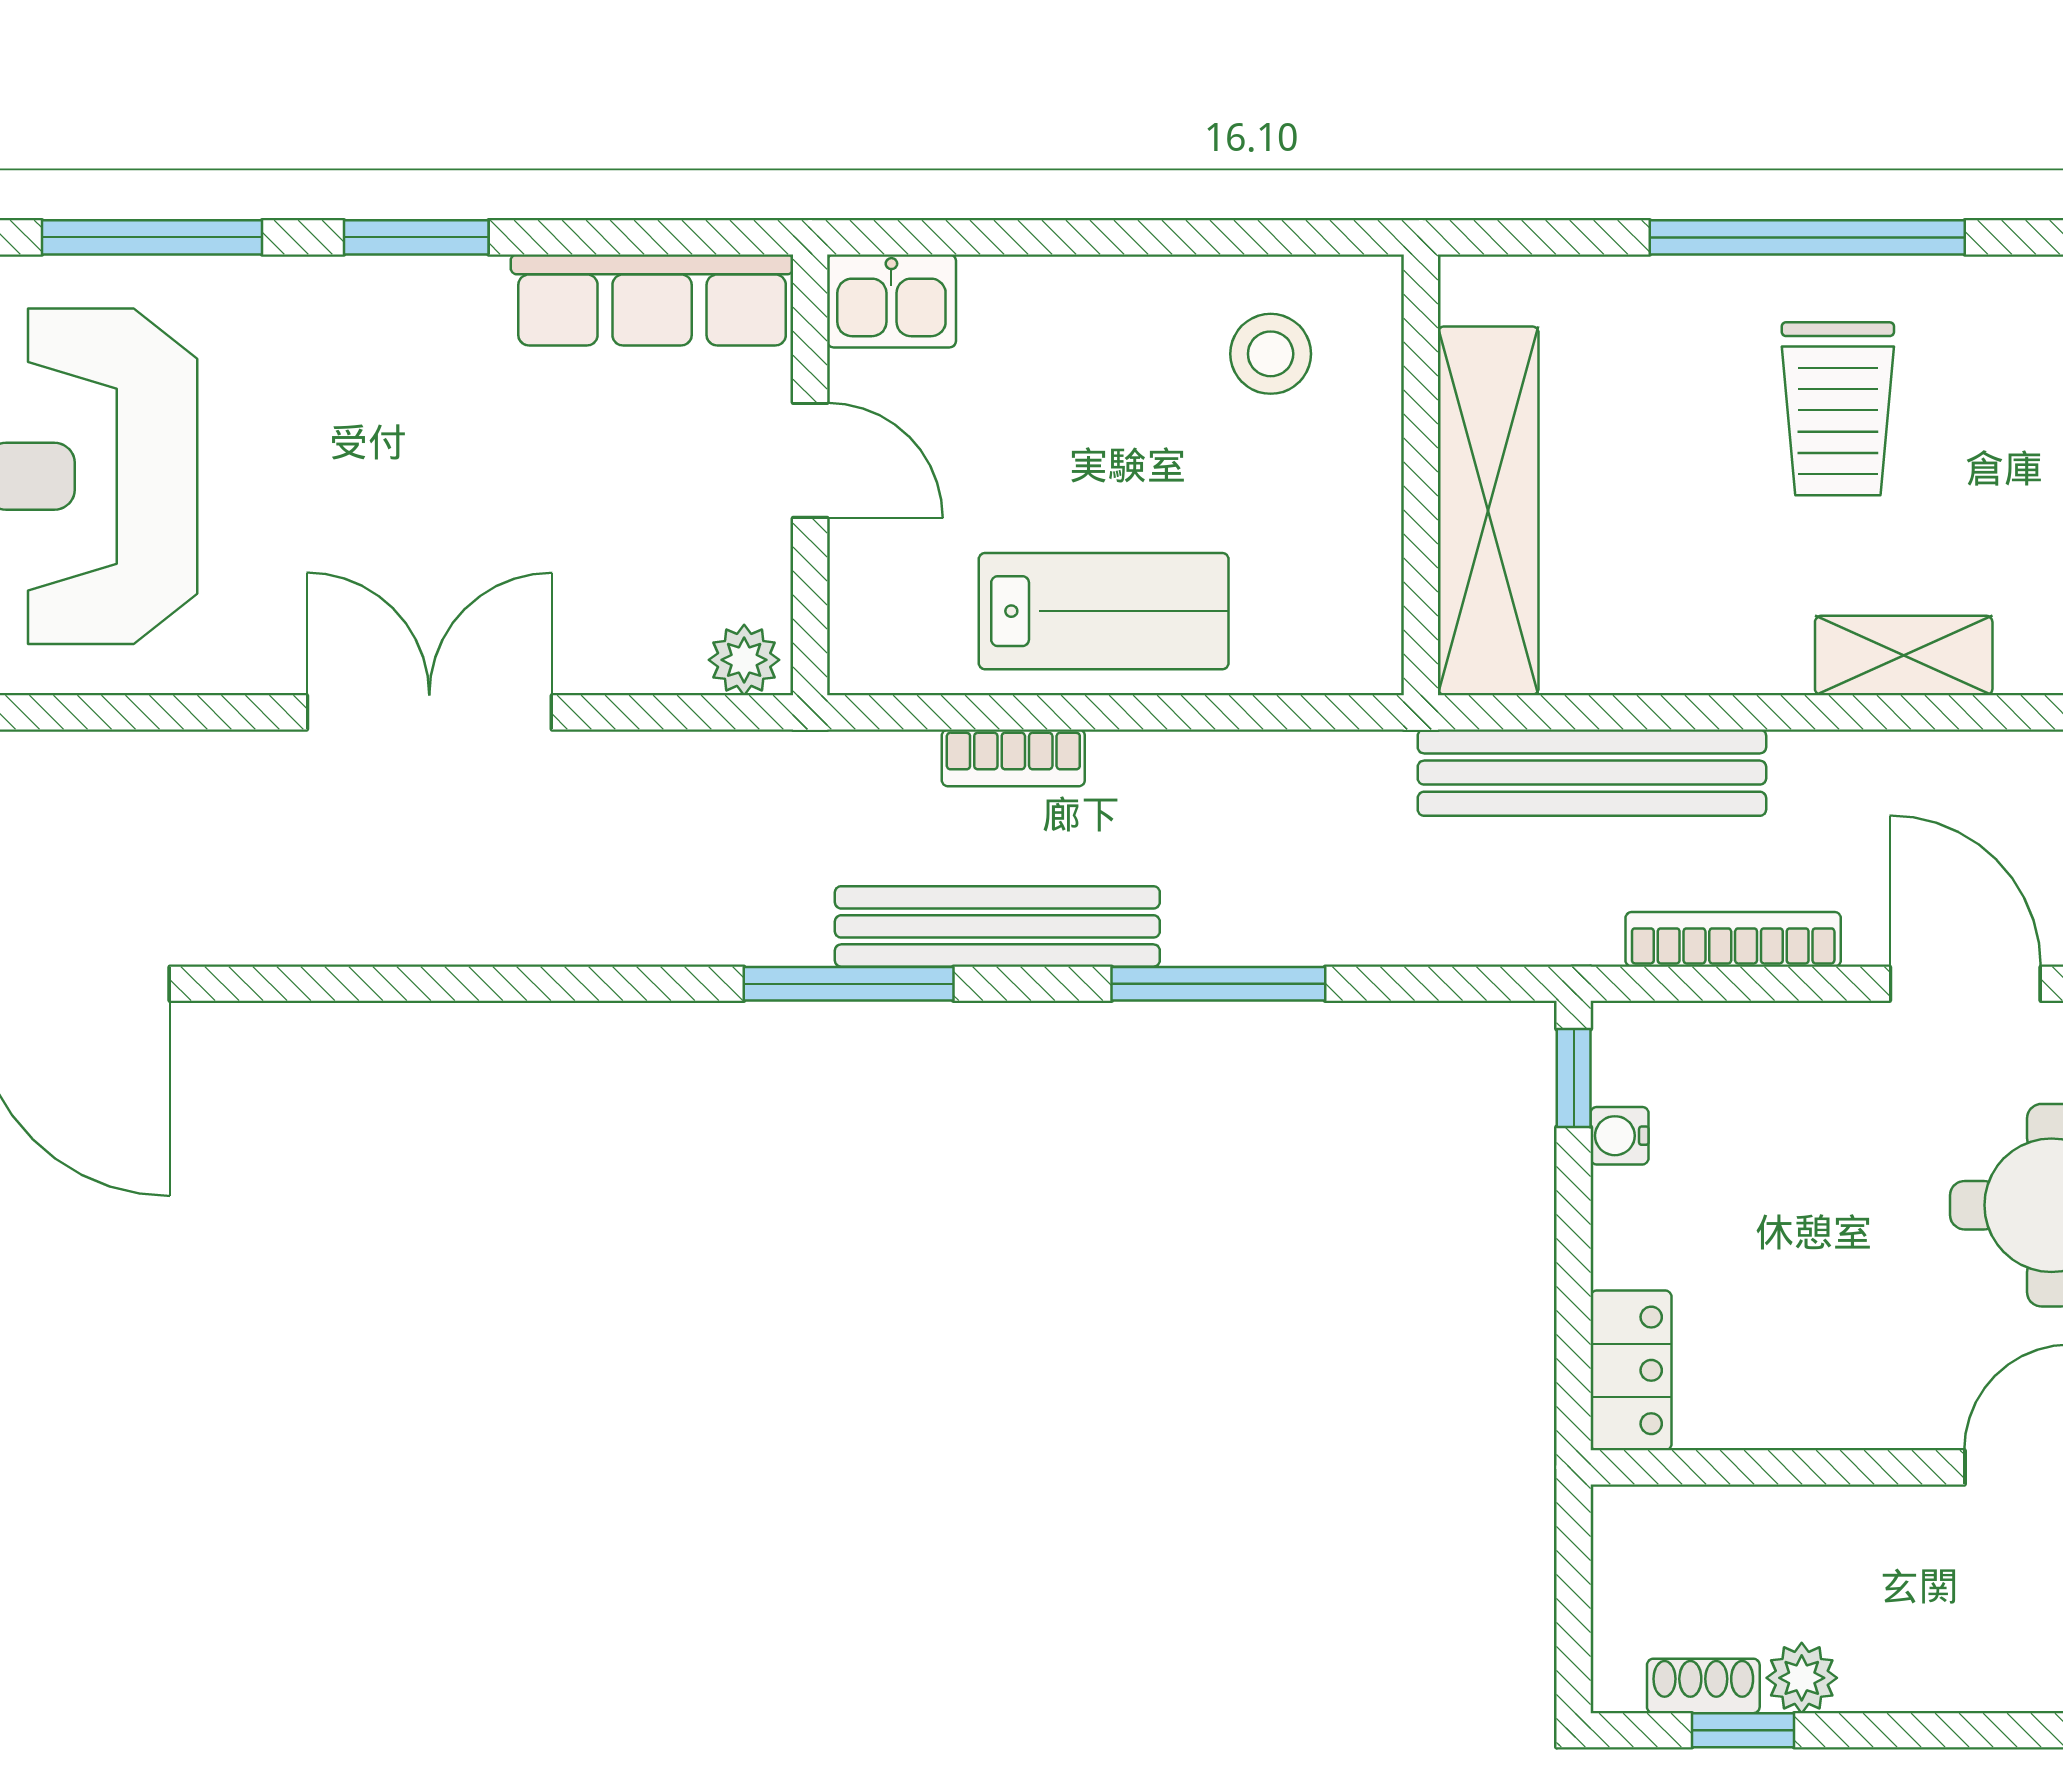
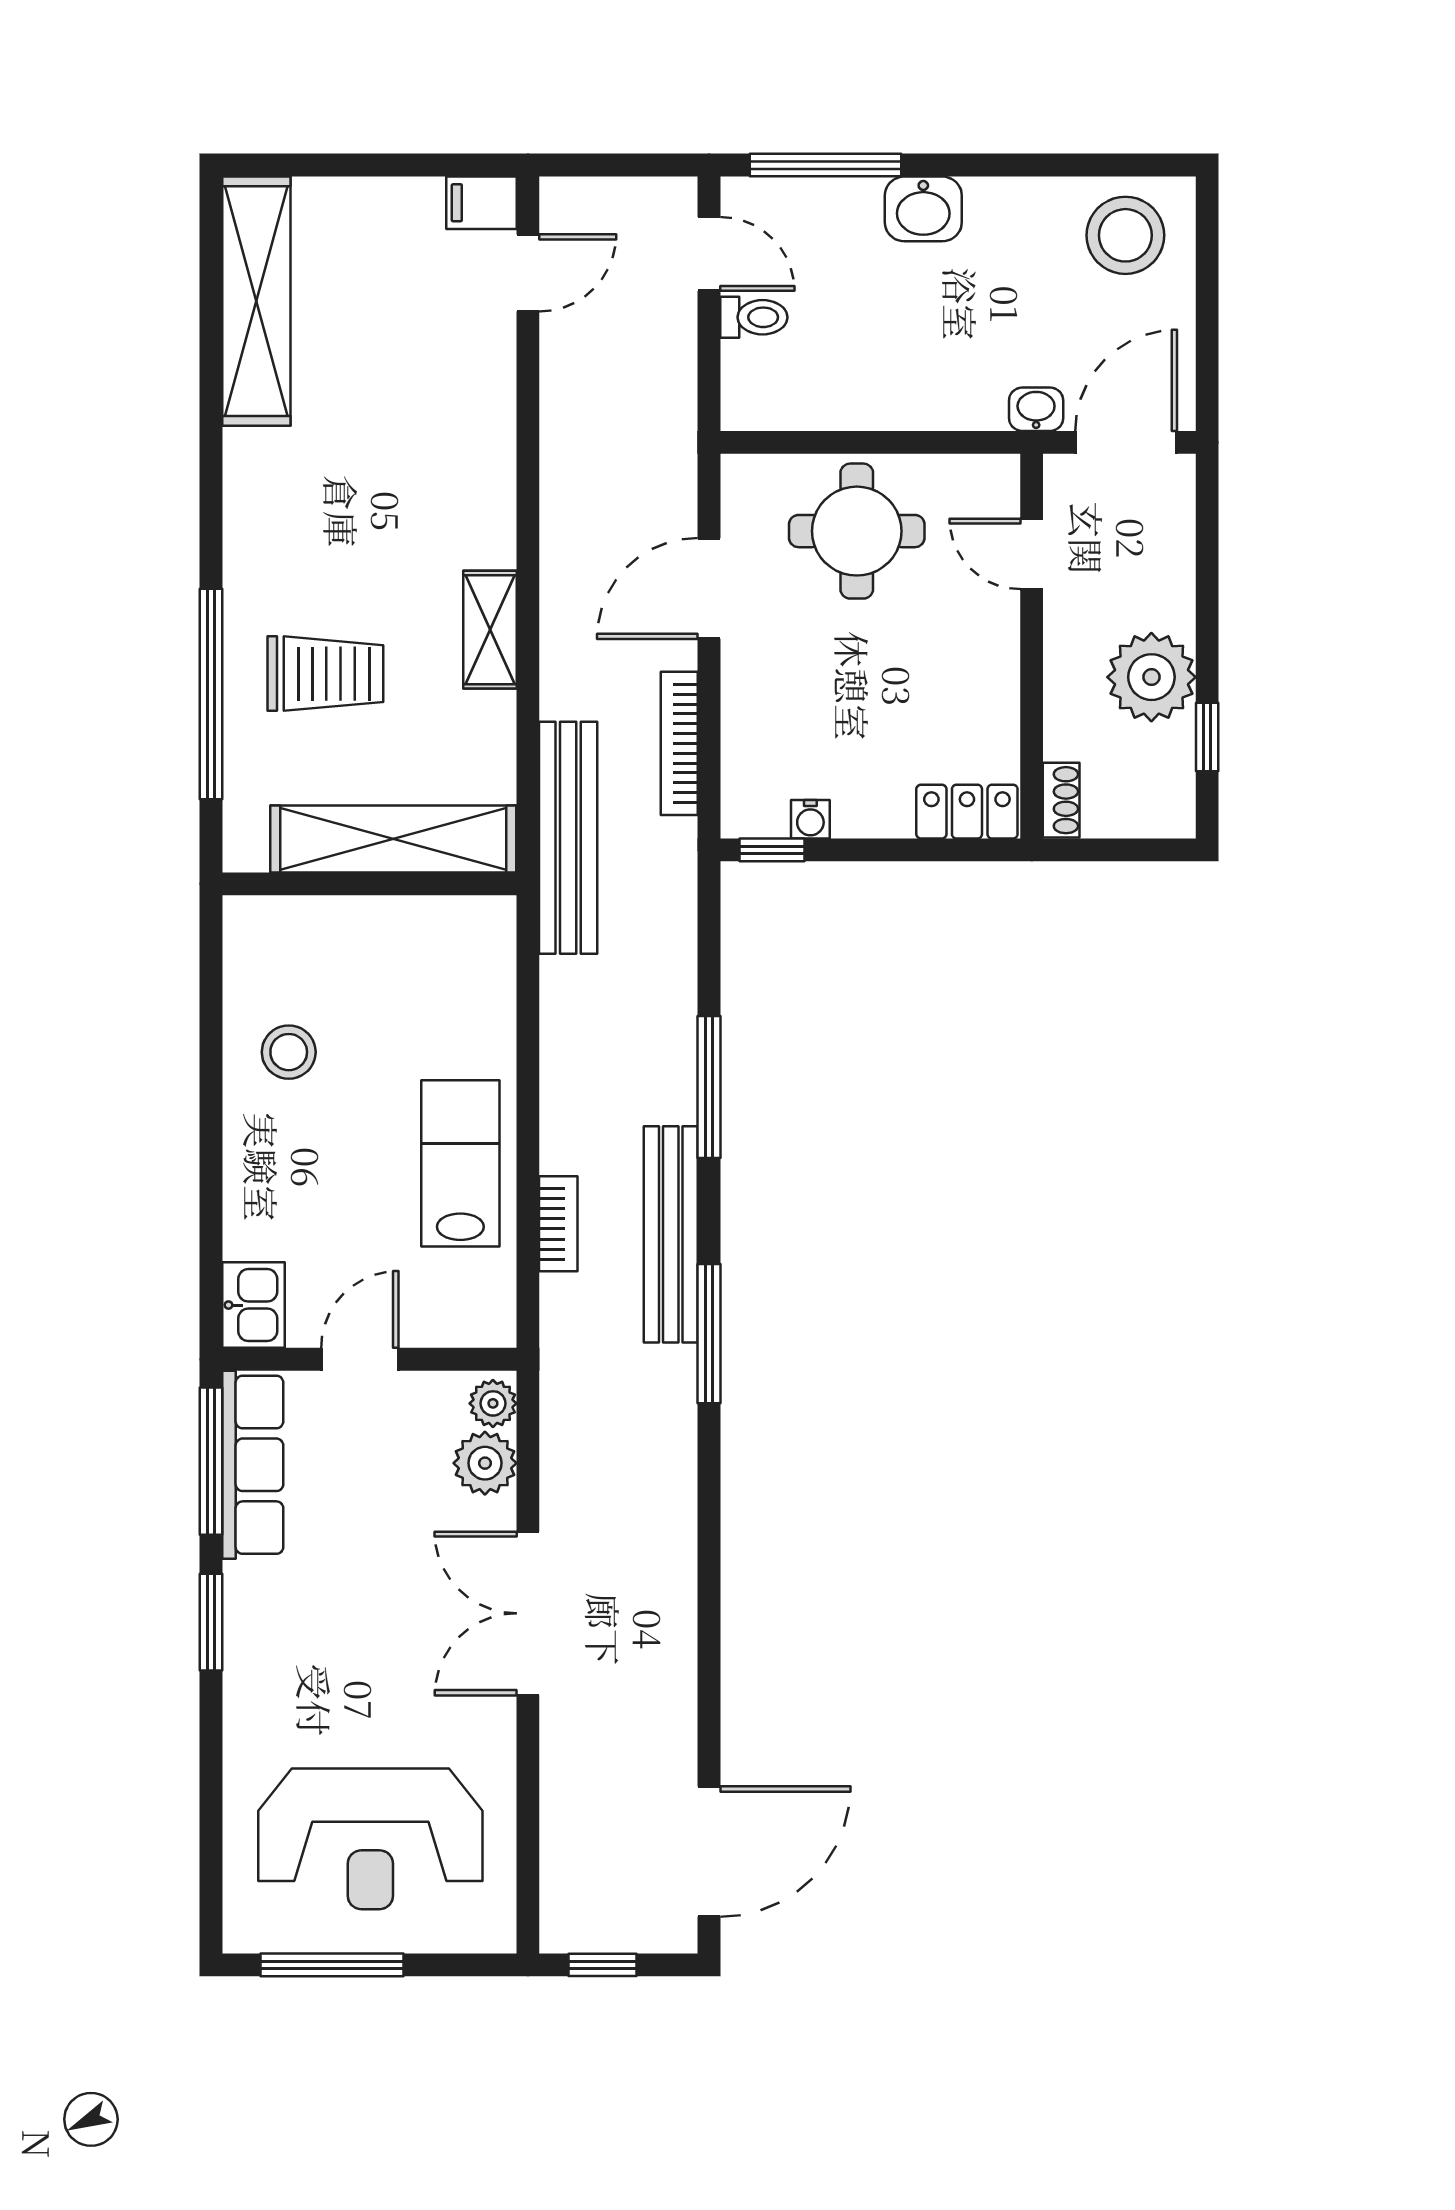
window: (152, 237) -> (211, 1461), moved
wall: (1421, 475) -> (369, 884), moved
shelving: (1488, 511) -> (393, 839), moved
plant: (655, 648) -> (485, 1463), added
plant: (1802, 1678) -> (1151, 677), width x1.88, depth x1.88
shoe rack: (1703, 1686) -> (1061, 800), moved, turned 180

